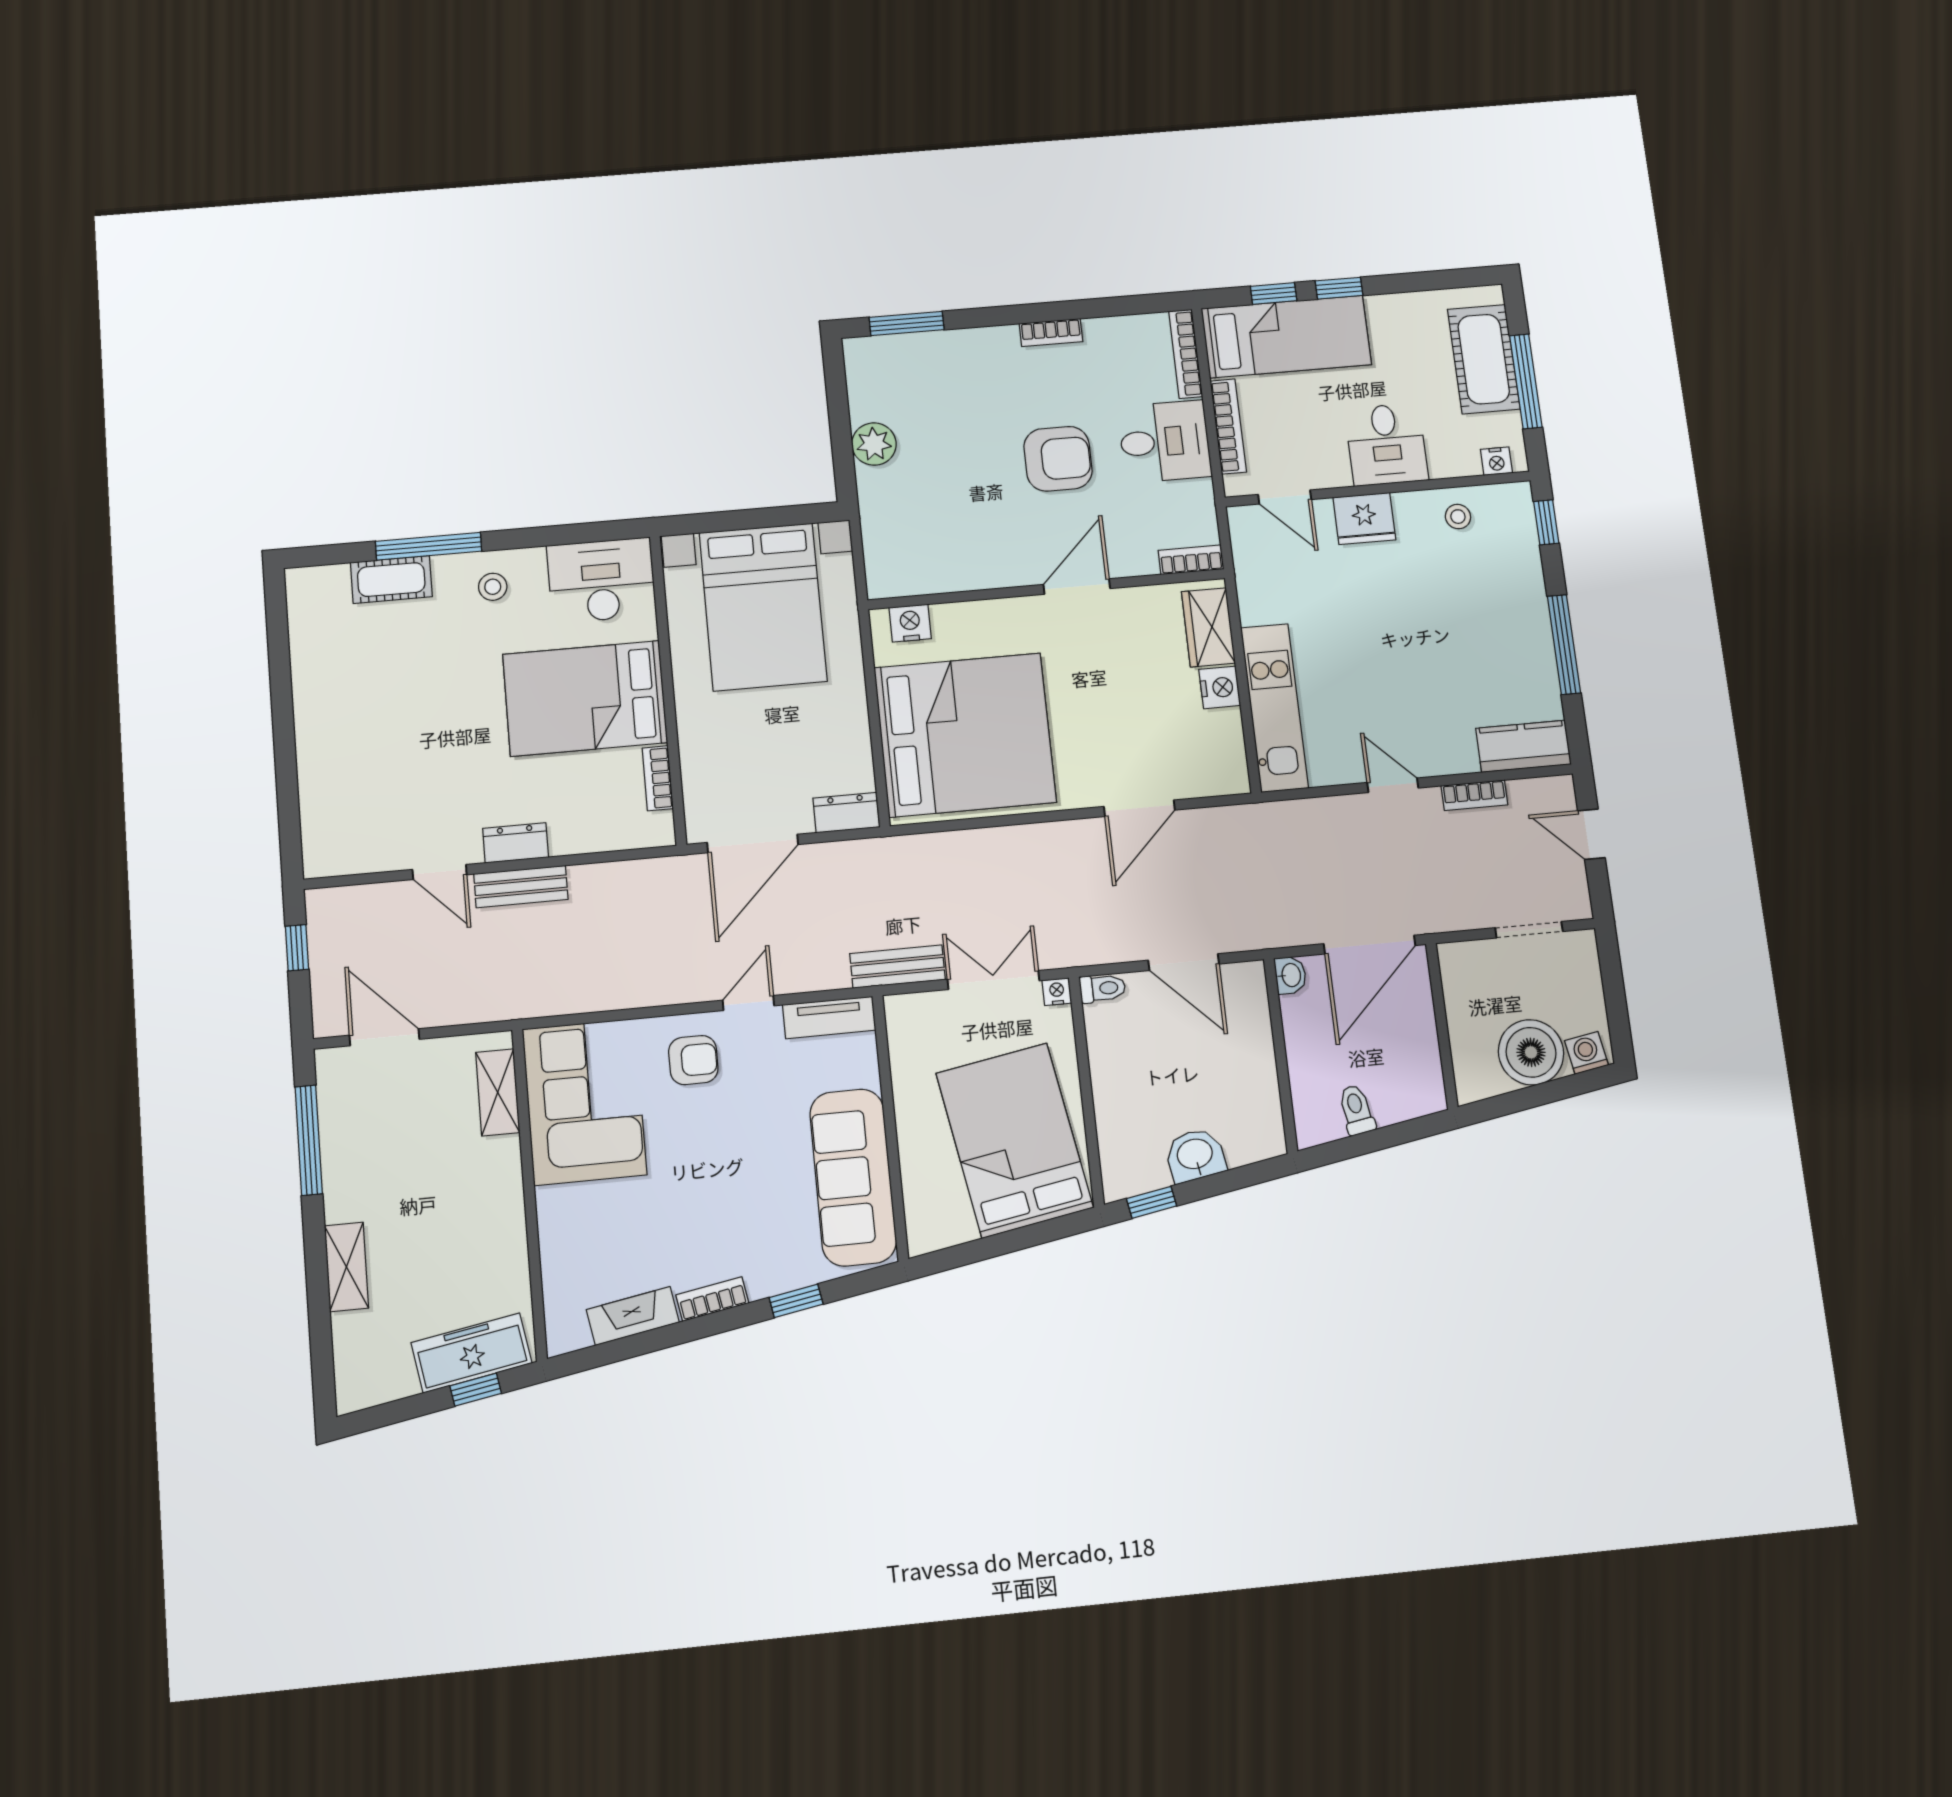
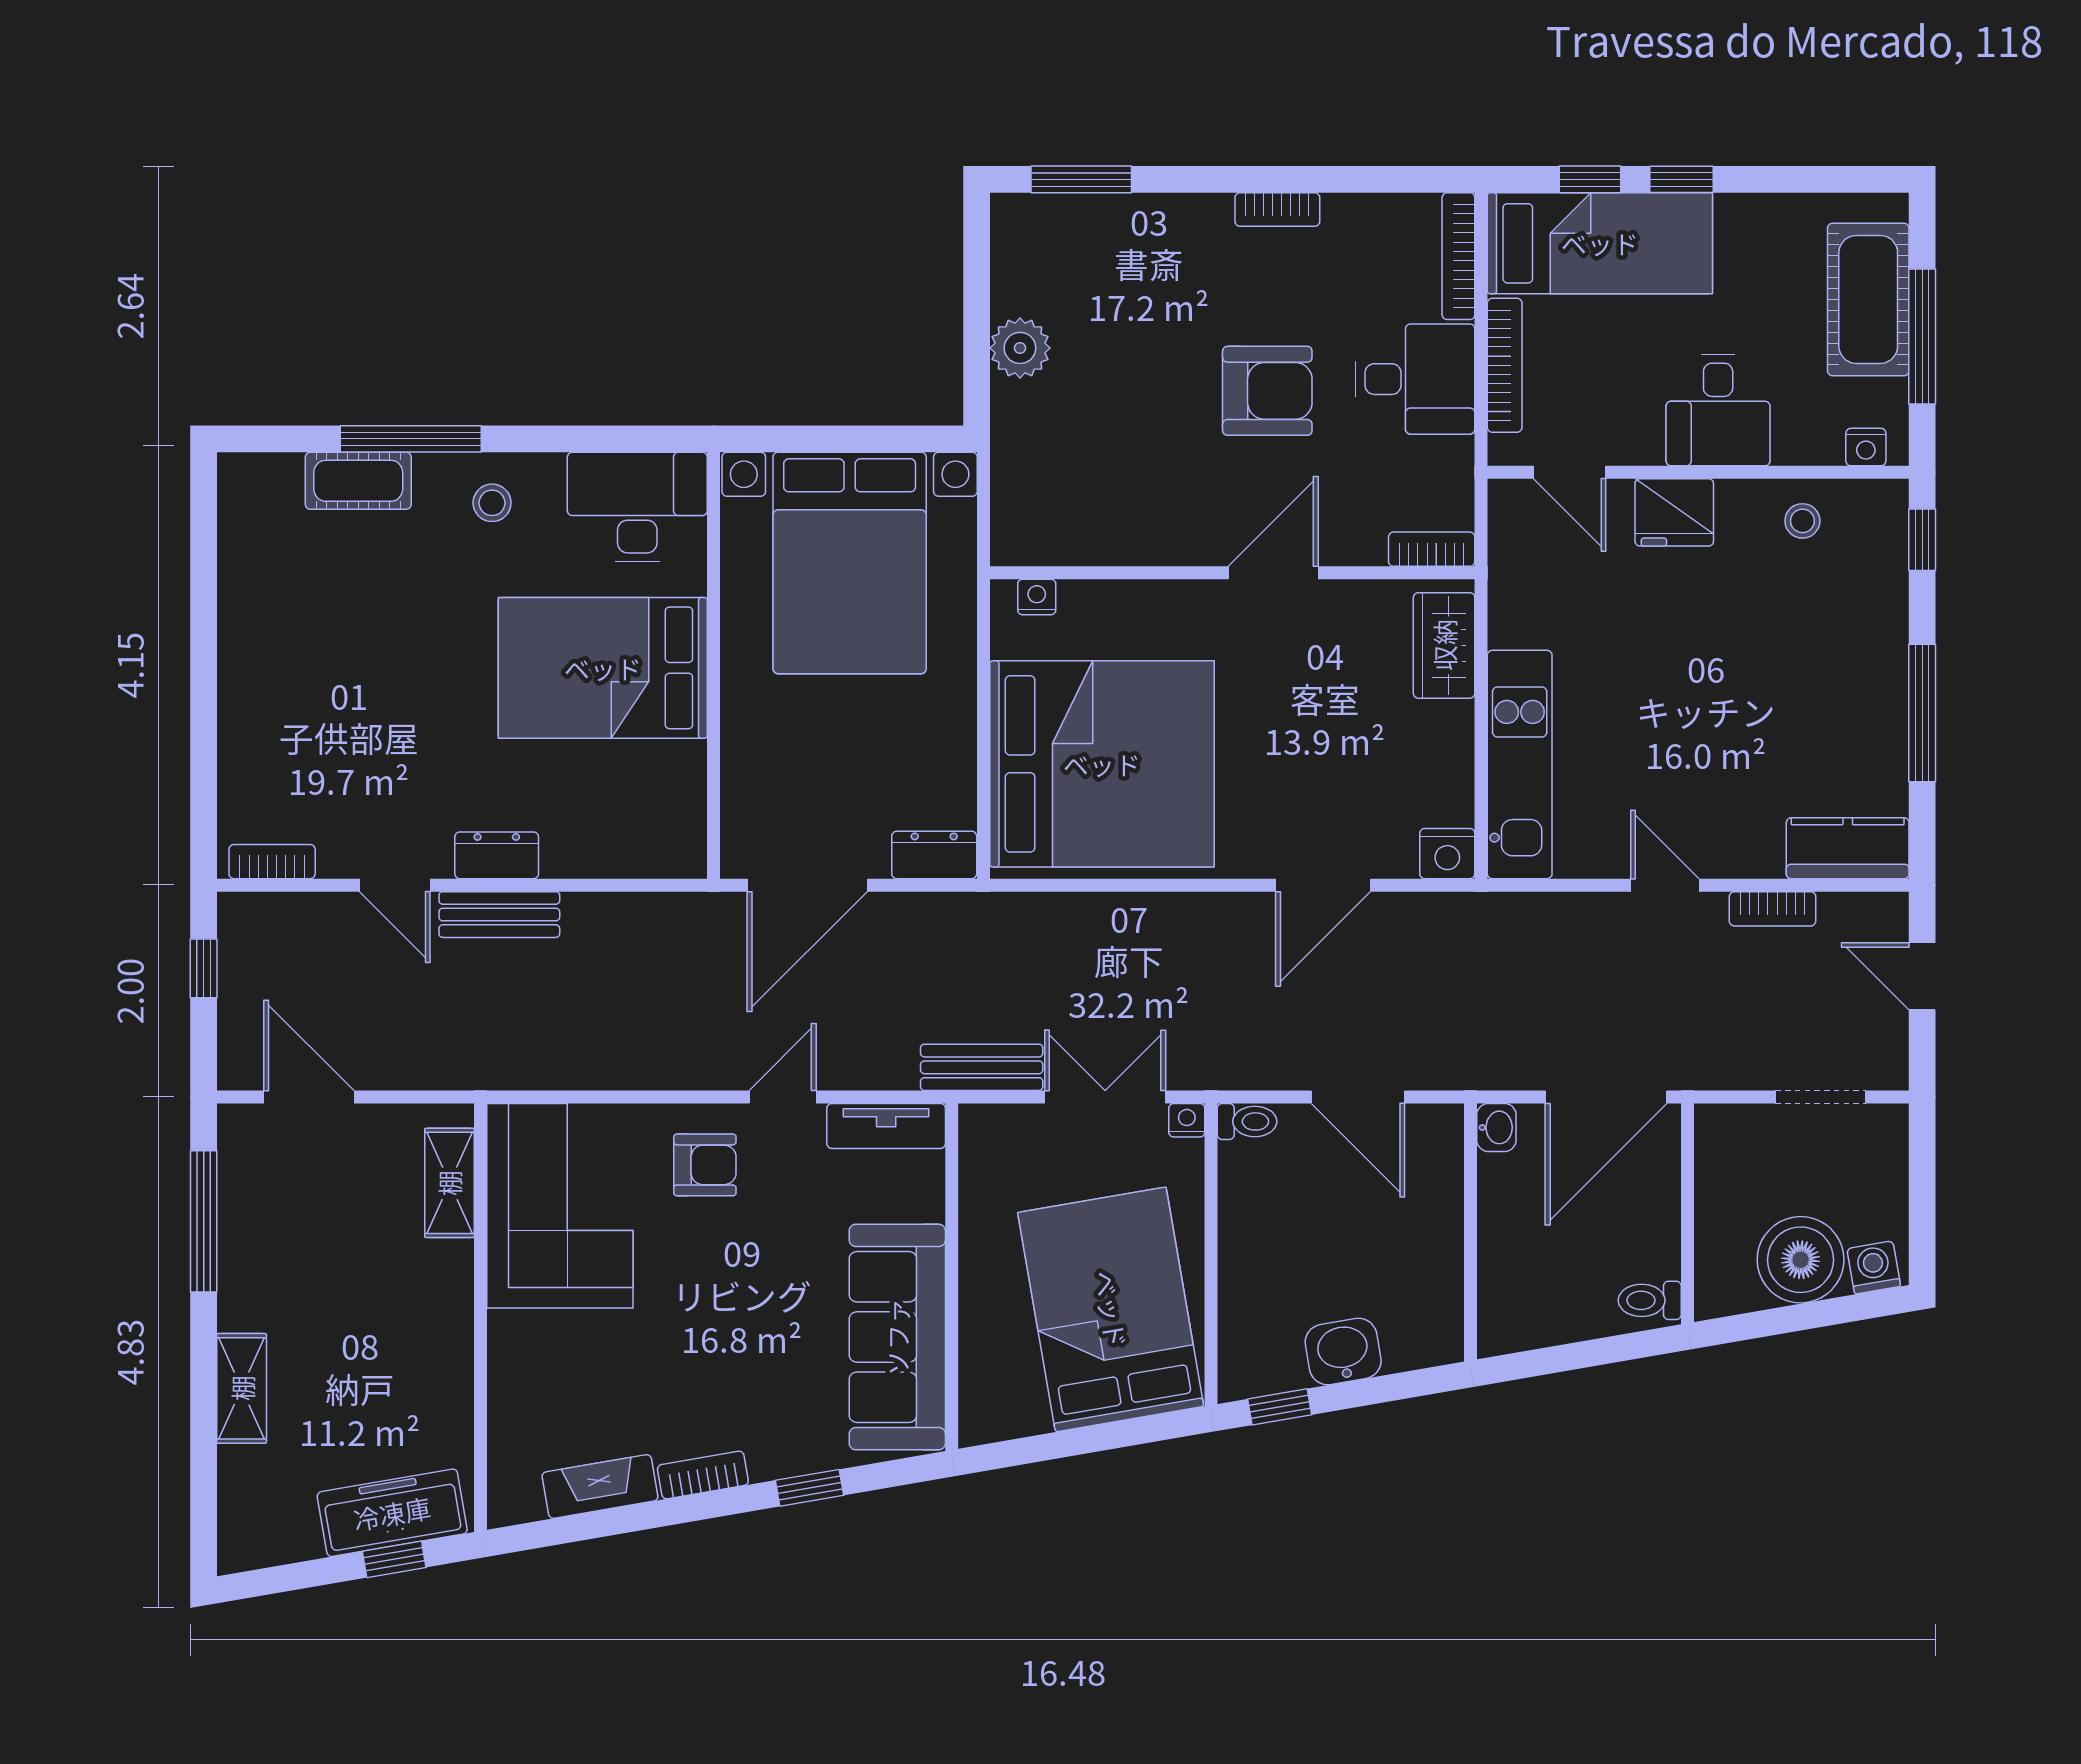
nightstand: (910, 623) -> (1037, 597), width x0.72, depth x0.74
nightstand: (1220, 687) -> (1447, 854), moved, turned 90
bookcase: (658, 778) -> (272, 862), moved, turned 90
toilet: (1356, 1110) -> (1650, 1300), moved, turned -80

